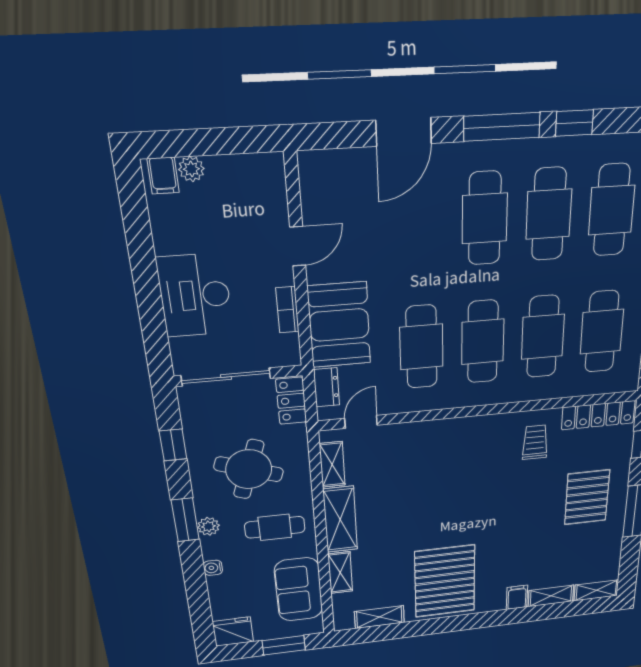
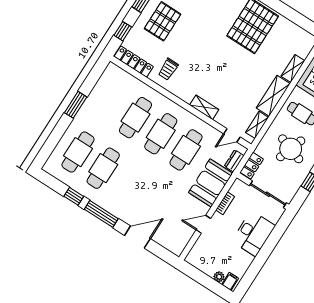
cafe table: (485, 219) -> (128, 184), removed
cafe table: (602, 332) -> (110, 101), removed
shelving: (379, 617) -> (204, 107), moved

